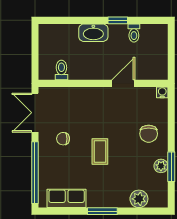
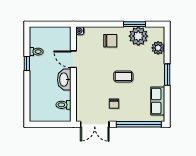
washbasin: (93, 33) -> (64, 80), moved, turned 180
plant: (161, 166) -> (138, 36), width x1.87, depth x1.87

